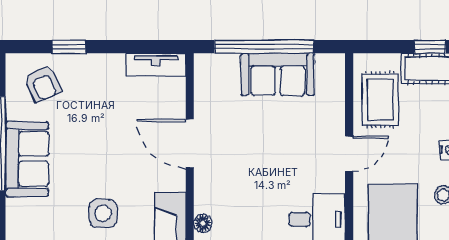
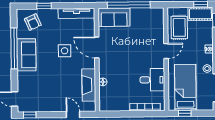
tv unit: (156, 65) -> (76, 13), width x1.41
sofa: (278, 74) -> (114, 17), moved
side table: (103, 213) -> (65, 51), moved

